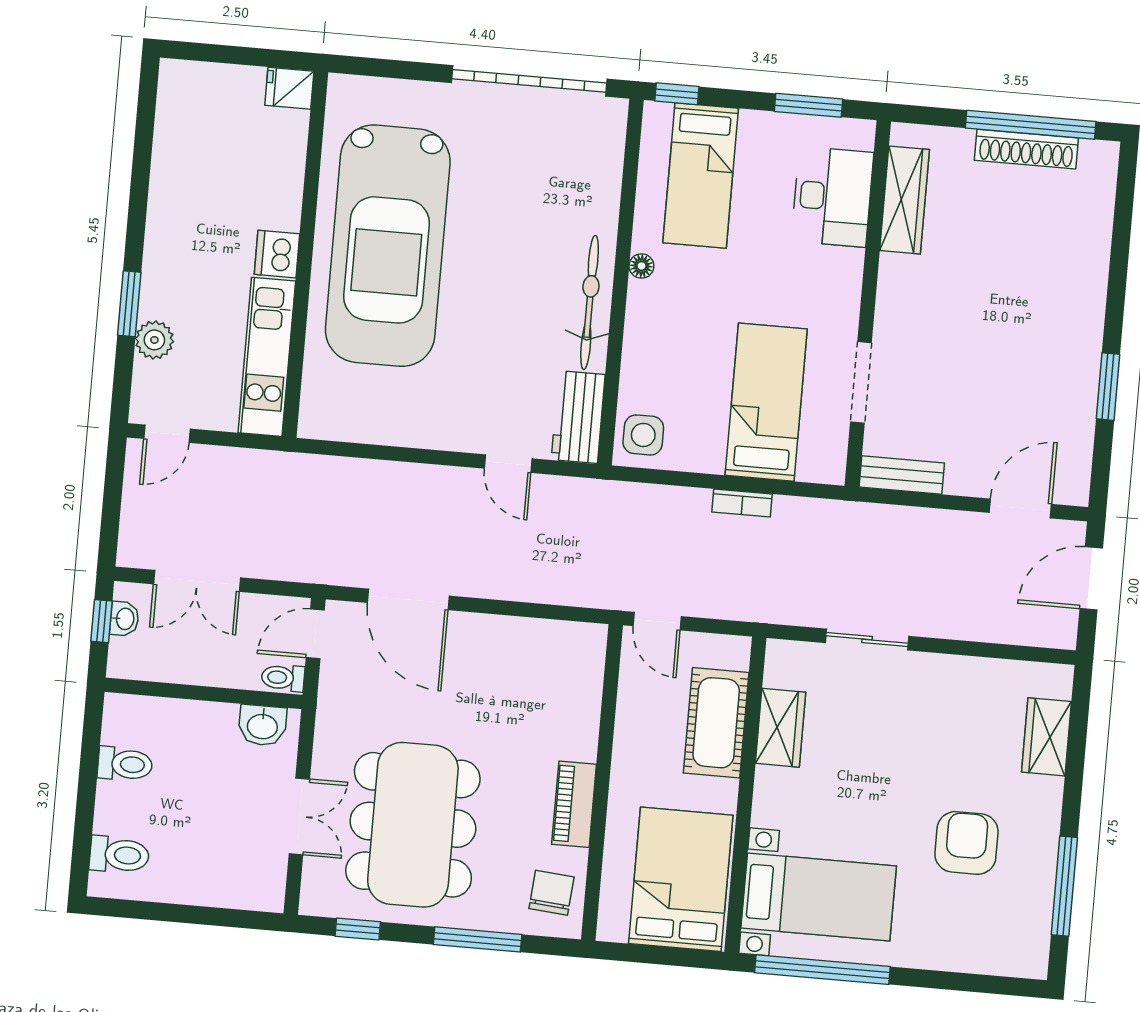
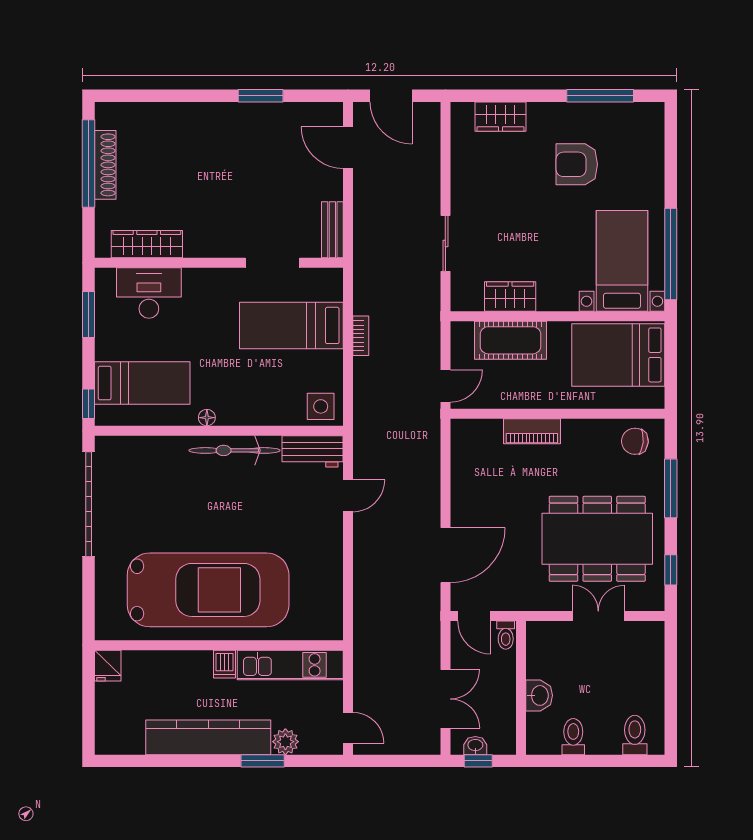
kitchen counter: (171, 227) -> (208, 737), added
dishwasher: (277, 254) -> (224, 664), width x0.73
washbasin: (262, 725) -> (539, 695), moved
piano: (574, 804) -> (532, 431), moved

